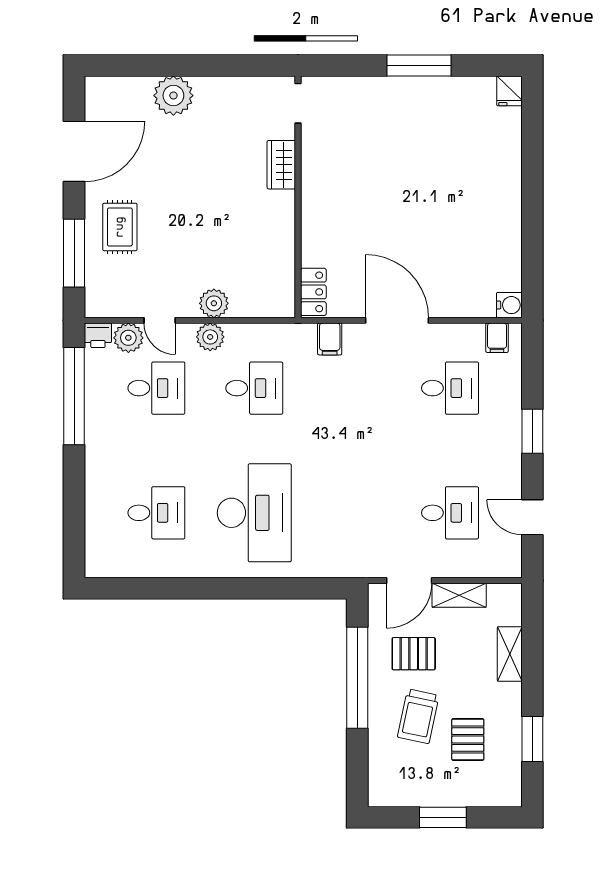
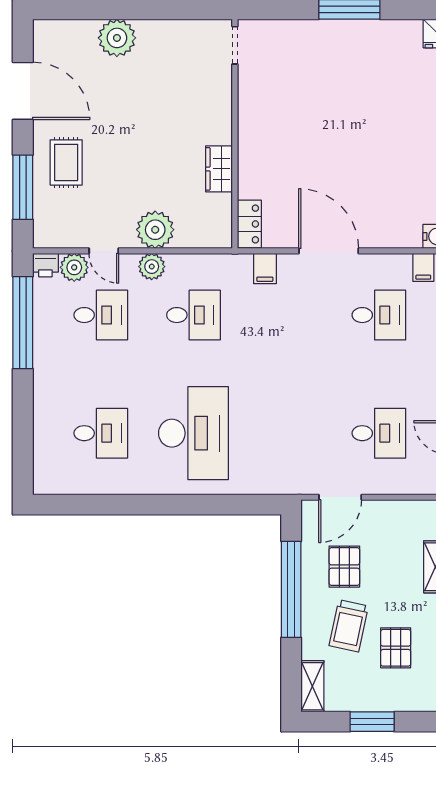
door: (74, 151) -> (23, 91), hinge flipped
wardrobe: (281, 165) -> (219, 169), moved
plant: (214, 303) -> (155, 230), width x1.36, depth x1.36
shelving: (459, 595) -> (312, 686), moved, turned 90
pallet: (414, 654) -> (344, 567), turned 90

